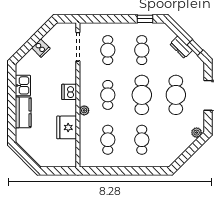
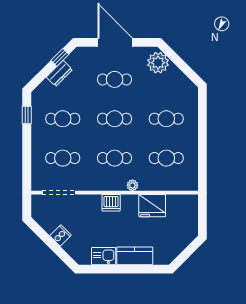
cafe table: (142, 95) -> (115, 119), width x0.73, depth x0.74
cafe table: (176, 95) -> (115, 79), width x0.73, depth x0.74
plant: (197, 133) -> (158, 63), width x1.87, depth x1.87

